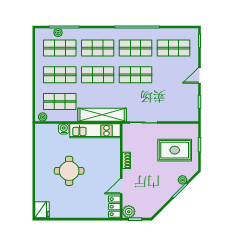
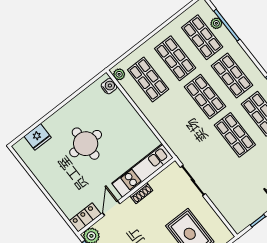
shelving: (102, 115) -> (168, 133), removed
water cooler: (64, 129) -> (109, 86), moved
kitchen unit: (95, 131) -> (142, 170), moved, turned 90
door: (121, 186) -> (111, 208), hinge flipped
fridge: (42, 210) -> (38, 137), moved

